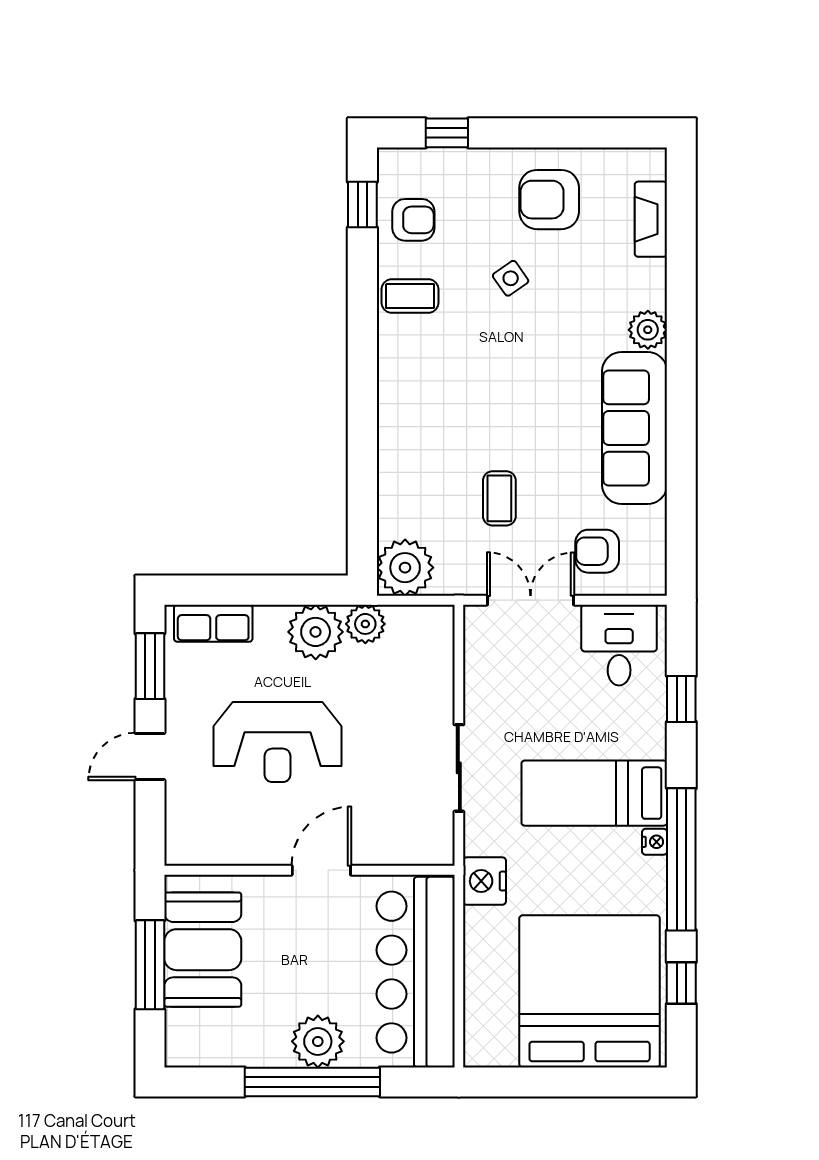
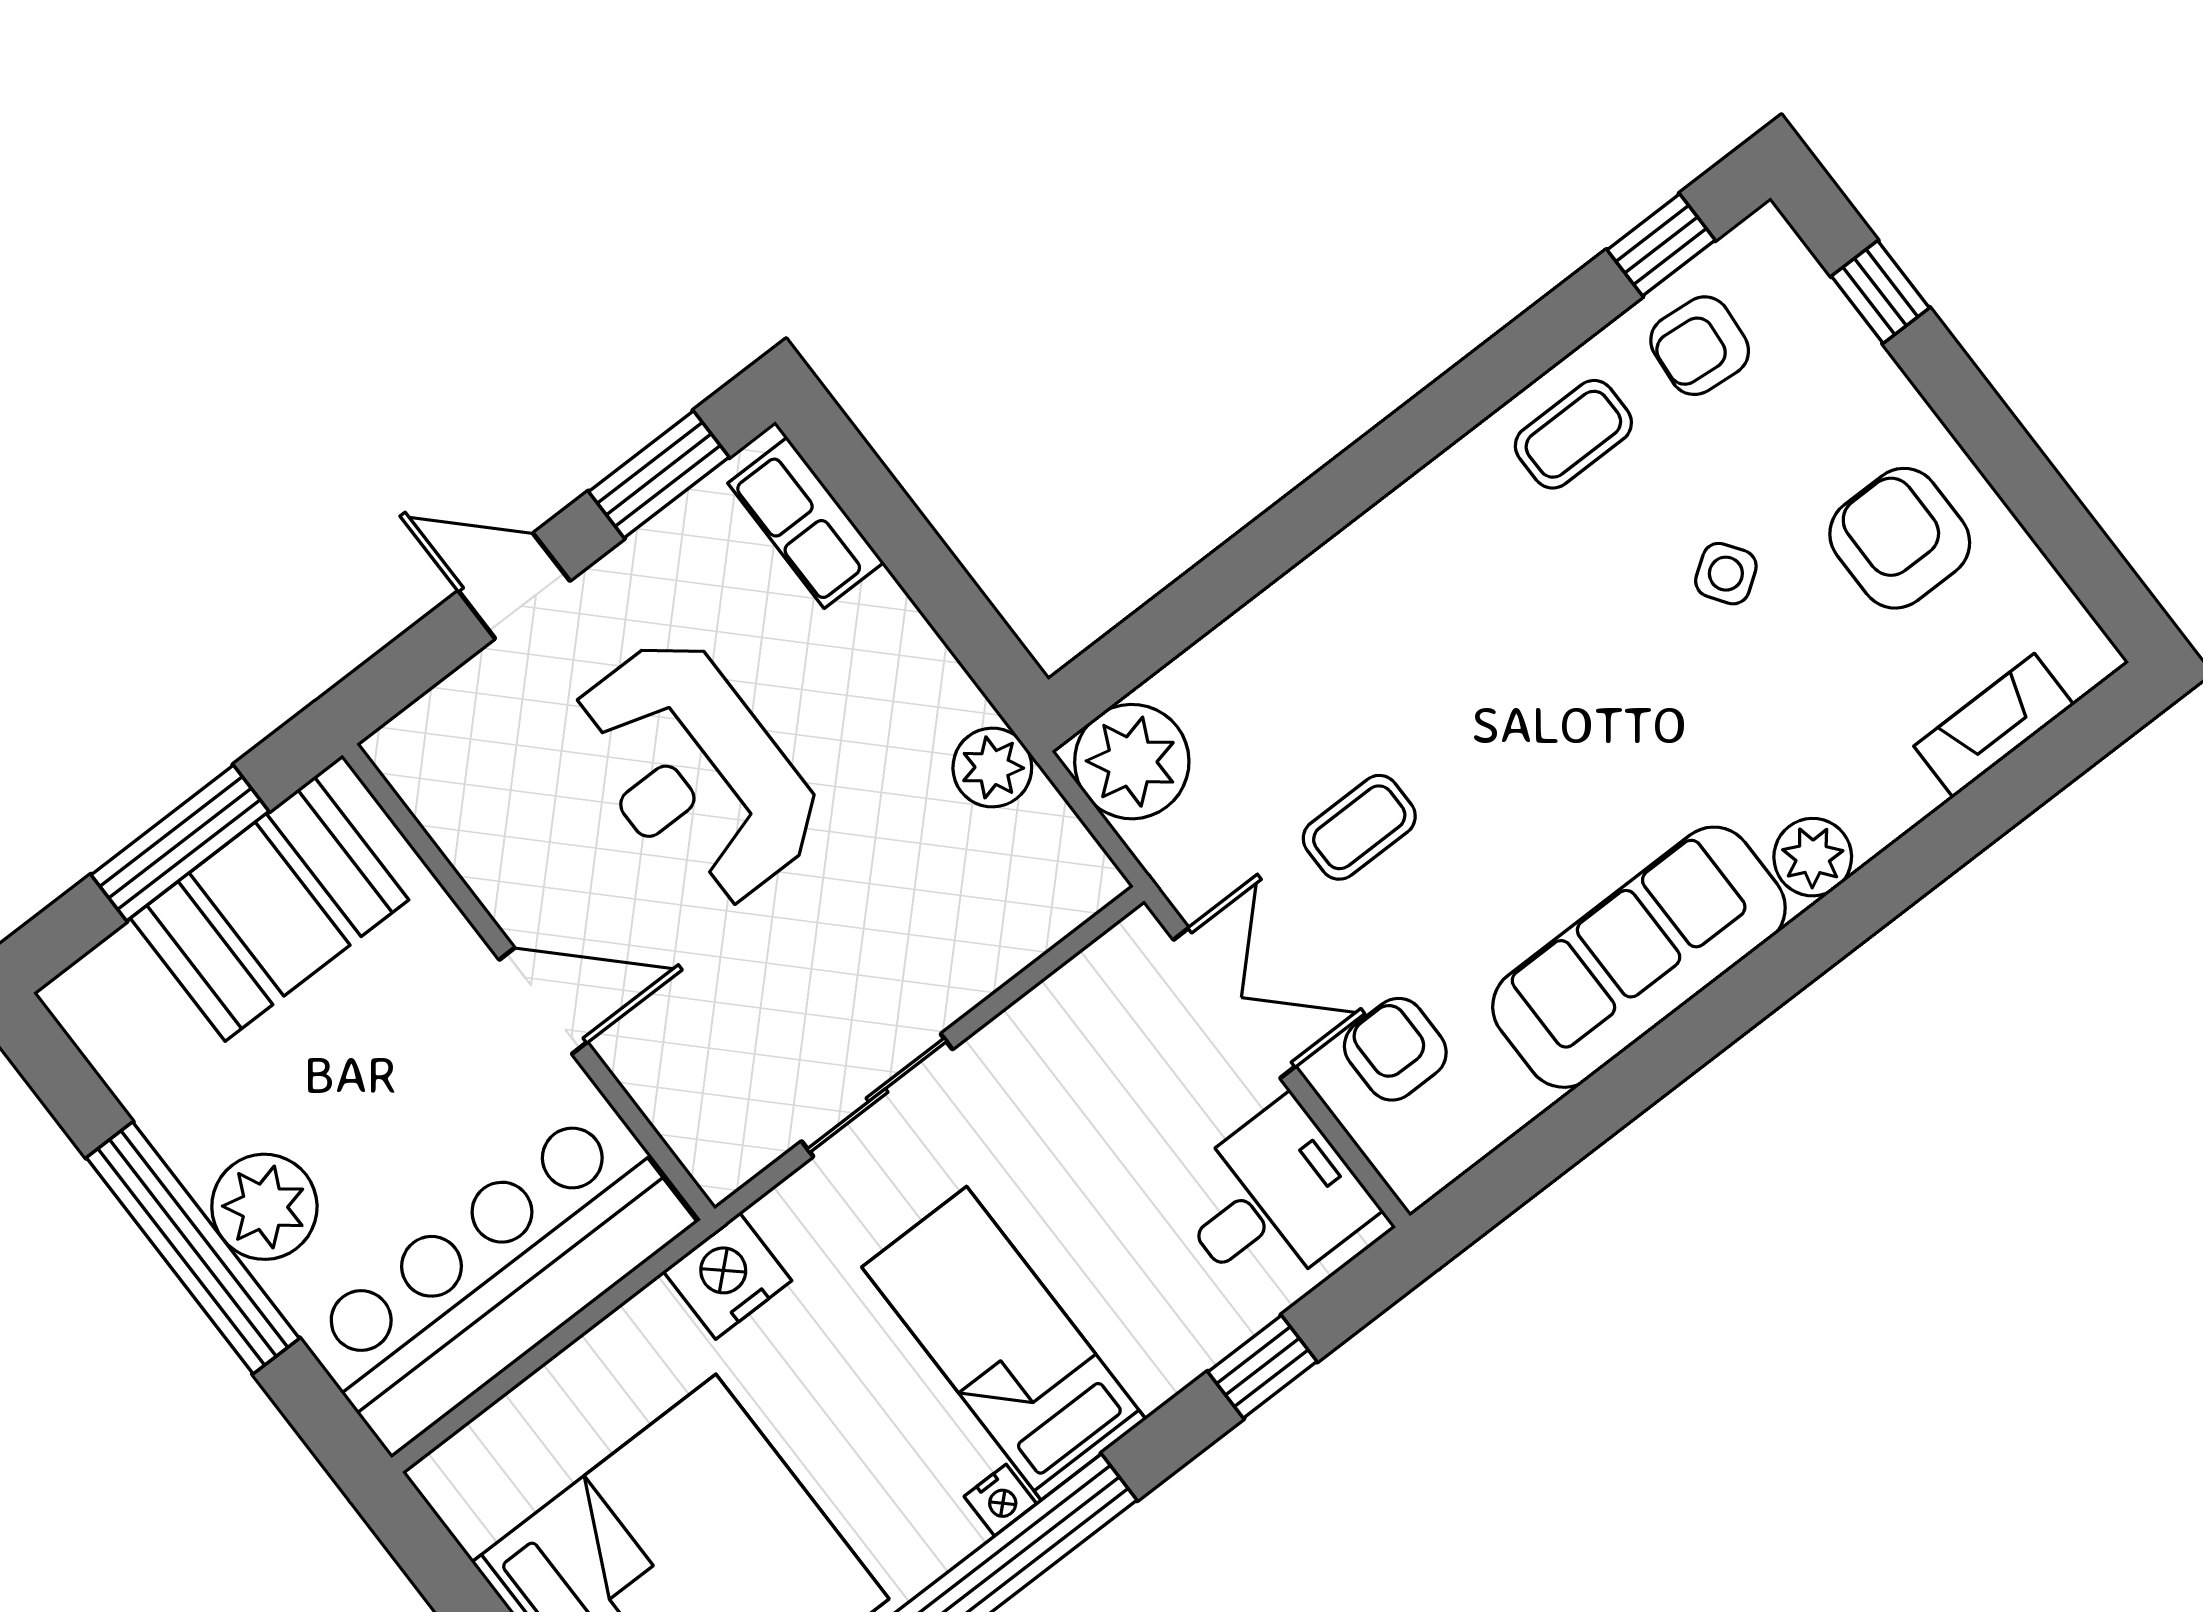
armchair: (413, 220) -> (1700, 346), turned 95
coffee table: (410, 296) -> (1573, 434), turned 90
plant: (316, 632) -> (918, 697), removed

